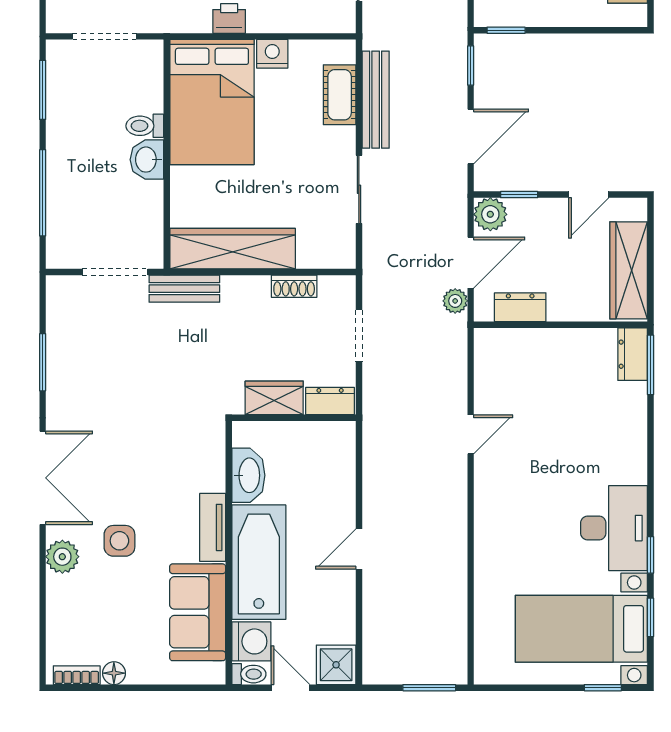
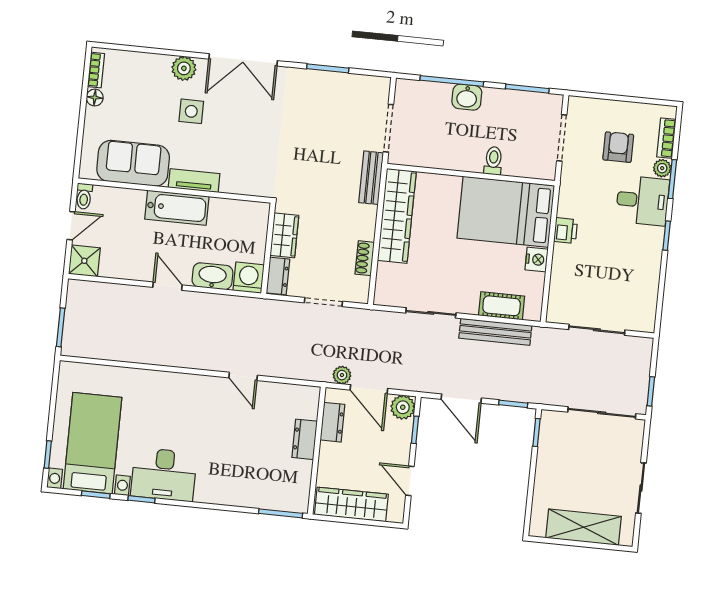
washbasin: (147, 160) -> (467, 97), moved, turned 180
dresser: (633, 354) -> (305, 439), moved, turned -90
washbasin: (248, 475) -> (212, 276), moved, turned 180
bathtub: (259, 562) -> (177, 208), width x0.73, depth x0.73
washing machine: (251, 641) -> (249, 278), moved, turned 180

